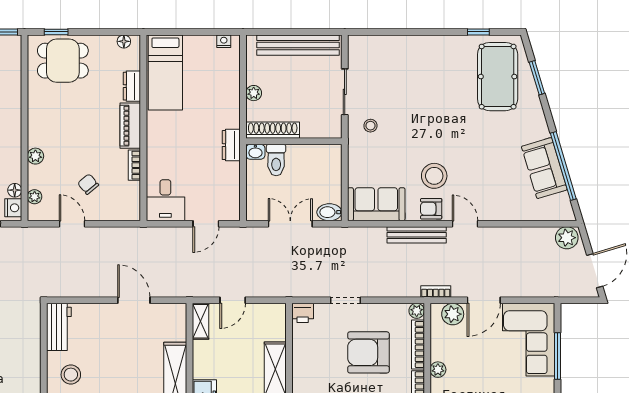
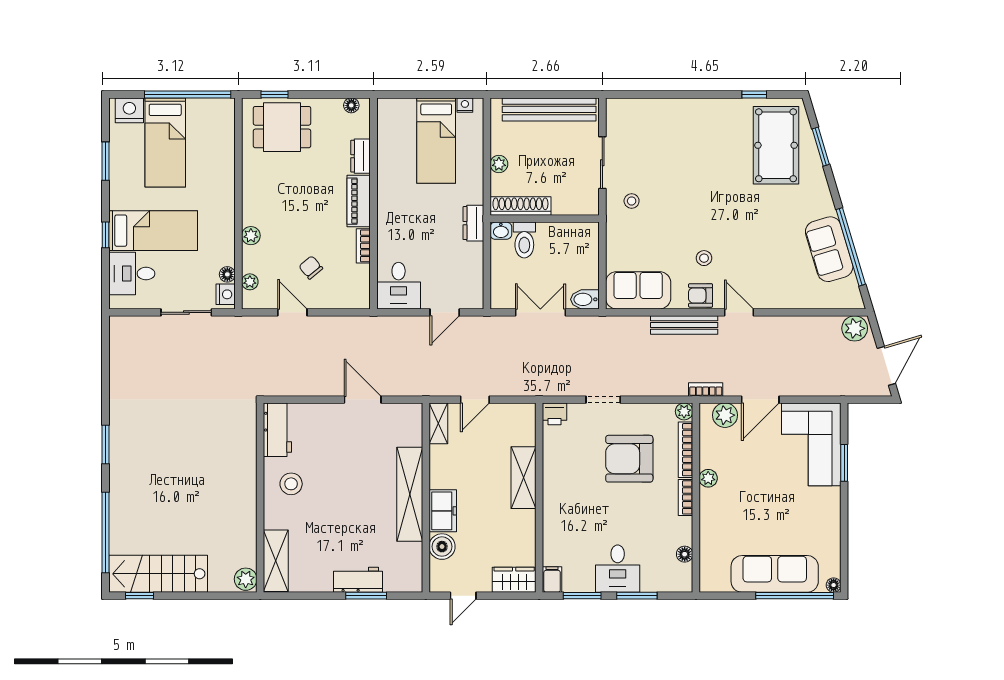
bed: (165, 72) -> (436, 141), moved
stool: (434, 176) -> (704, 258), width x0.53, depth x0.53
window: (558, 356) -> (844, 463), width x0.69

